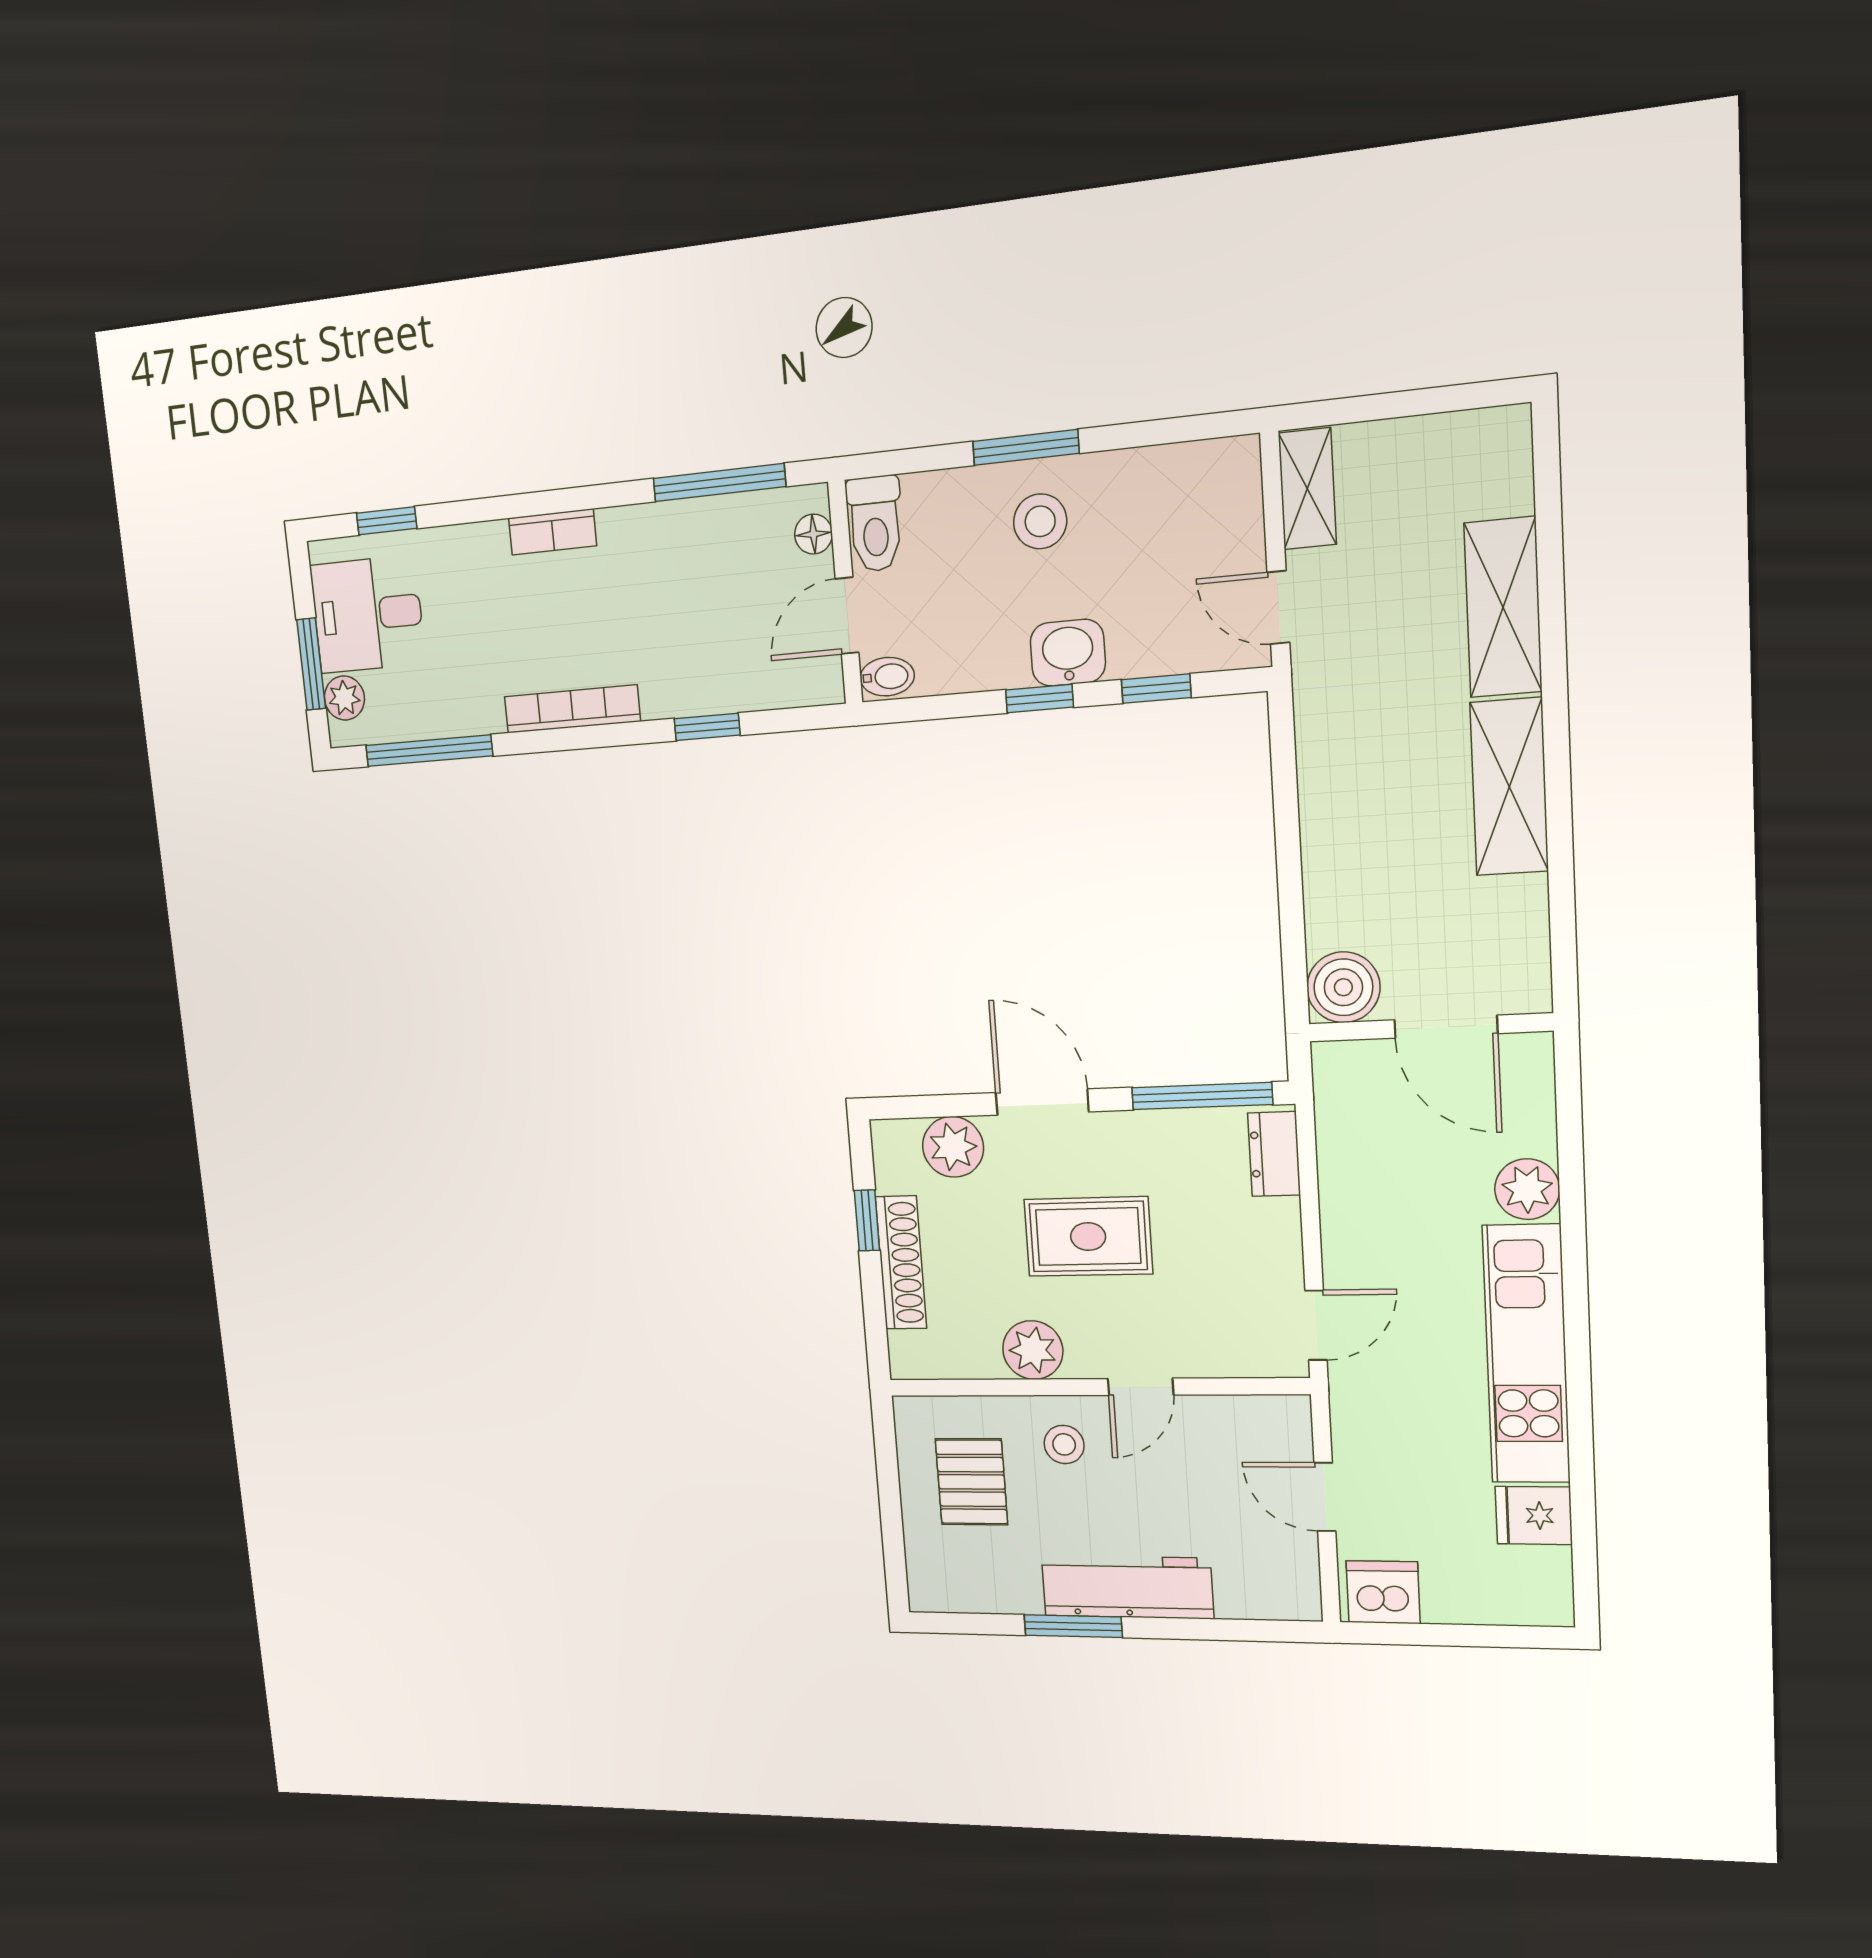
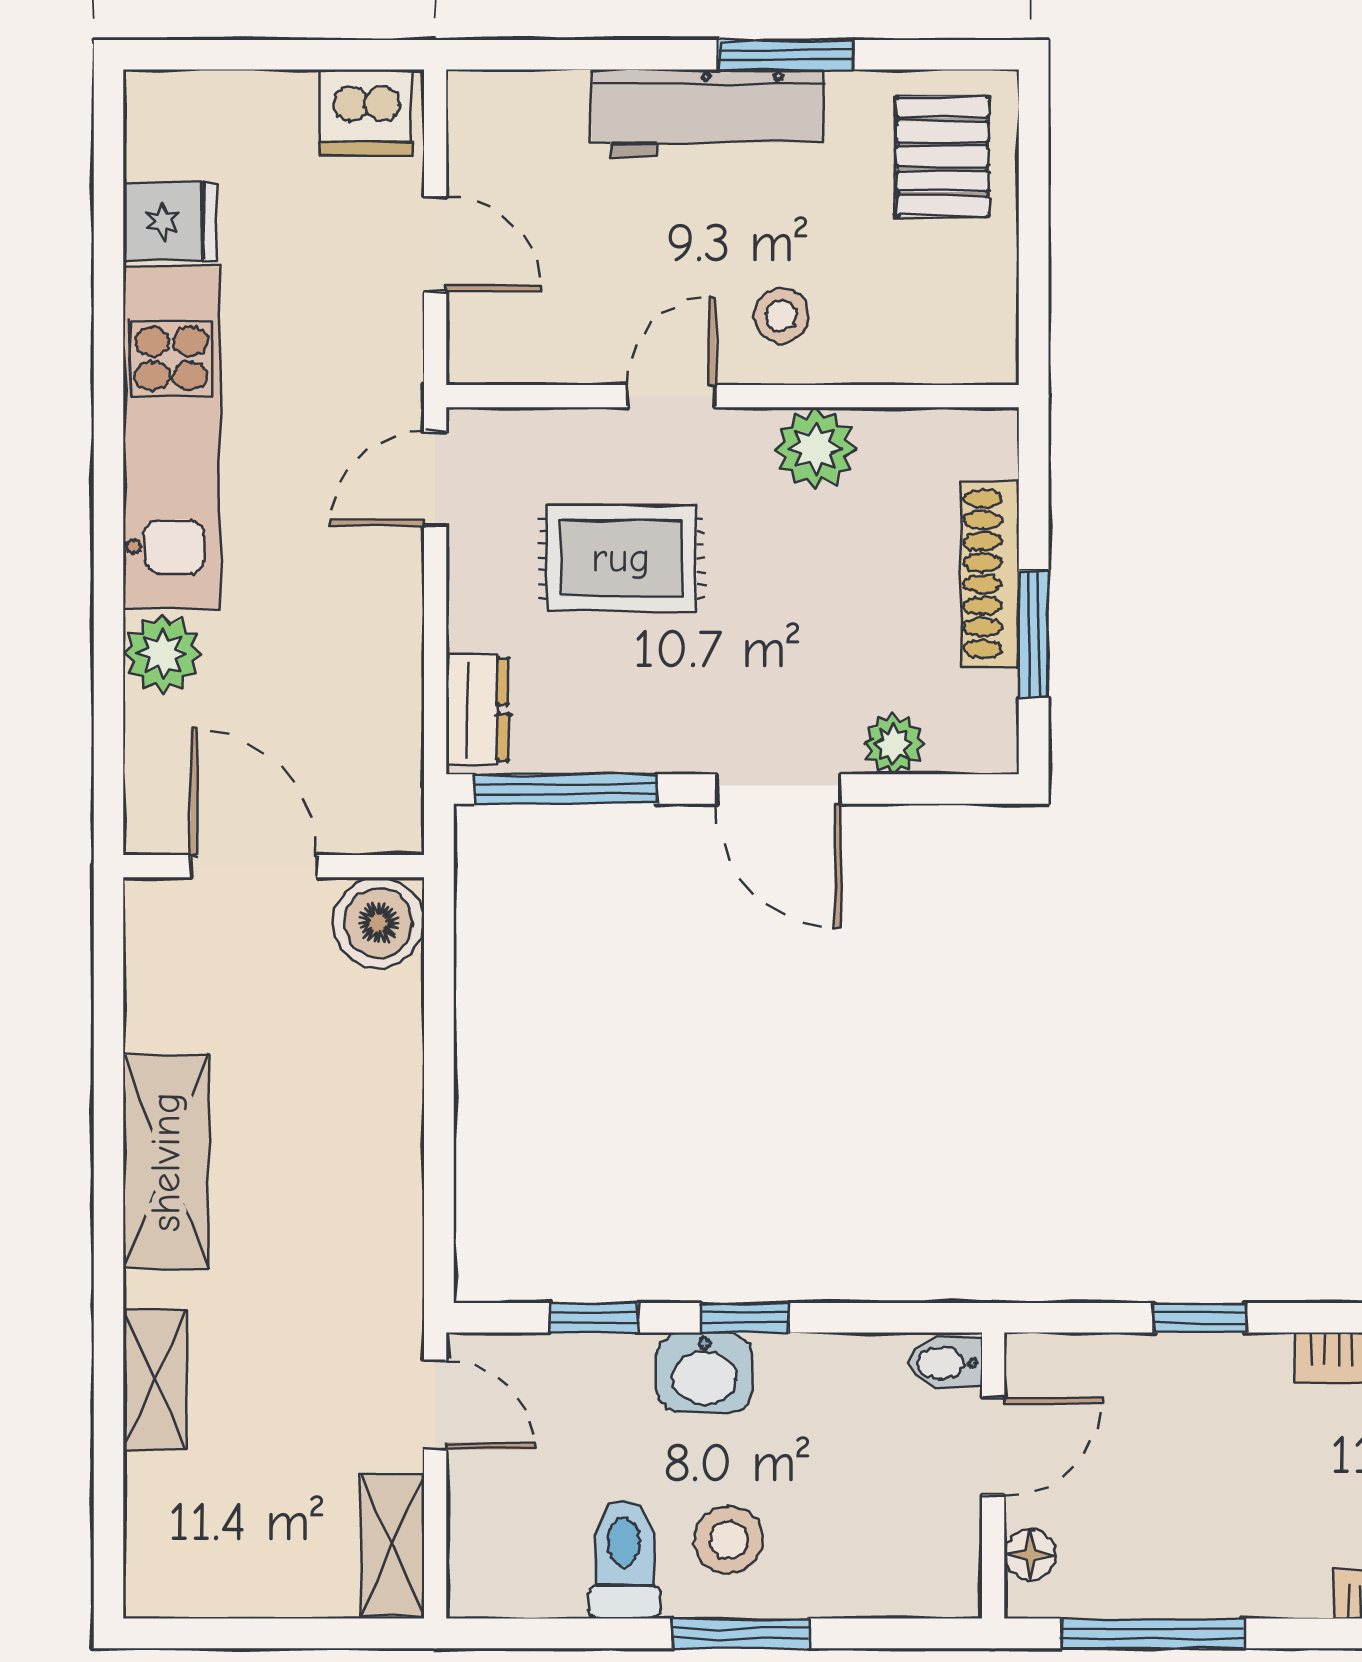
toilet: (875, 524) -> (624, 1559), moved
shelving: (1503, 607) -> (155, 1380), width x0.67, depth x0.75
plant: (953, 1147) -> (893, 744), width x0.73, depth x0.73
window: (867, 1220) -> (1034, 634), width x1.50
rug: (1088, 1237) -> (621, 558), moved
pallet: (971, 1482) -> (942, 157), moved

